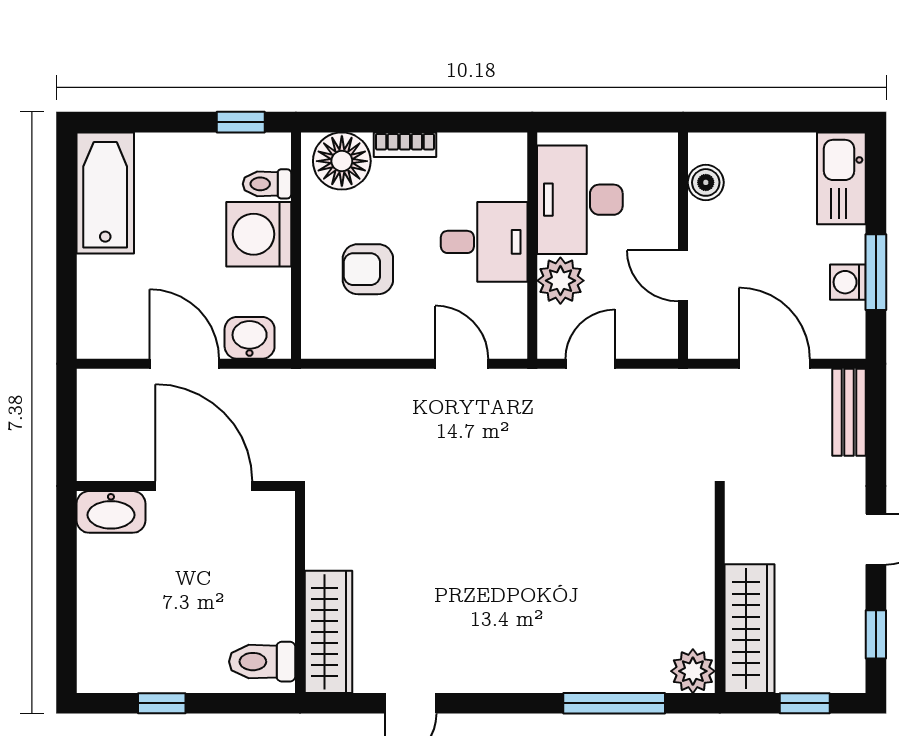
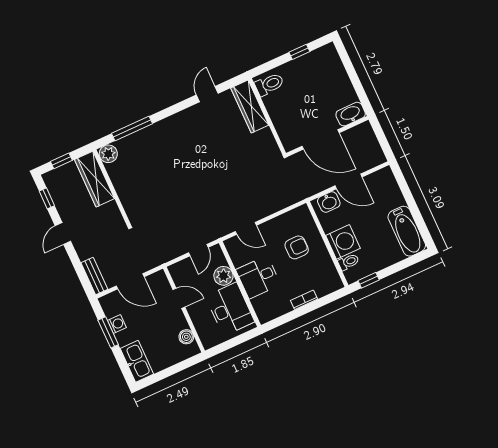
floor lamp: (342, 161) -> (325, 283), removed

